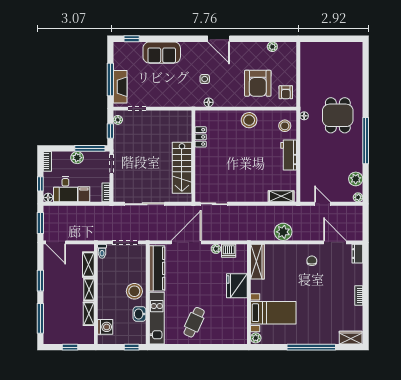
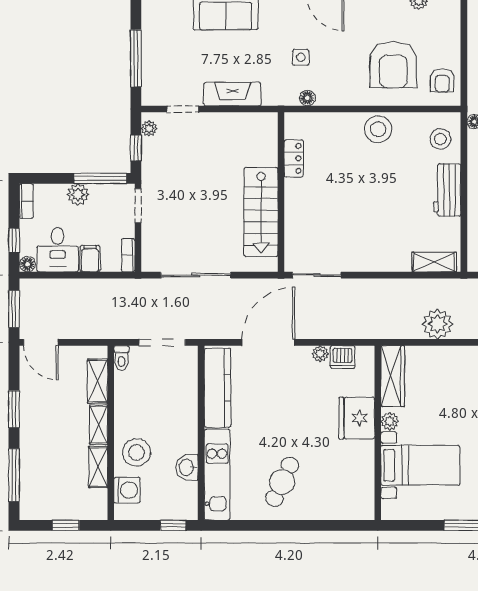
fireplace: (120, 87) -> (232, 94), moved, turned -90
stool: (134, 291) -> (137, 452), moved
plant: (256, 338) -> (390, 421), moved

